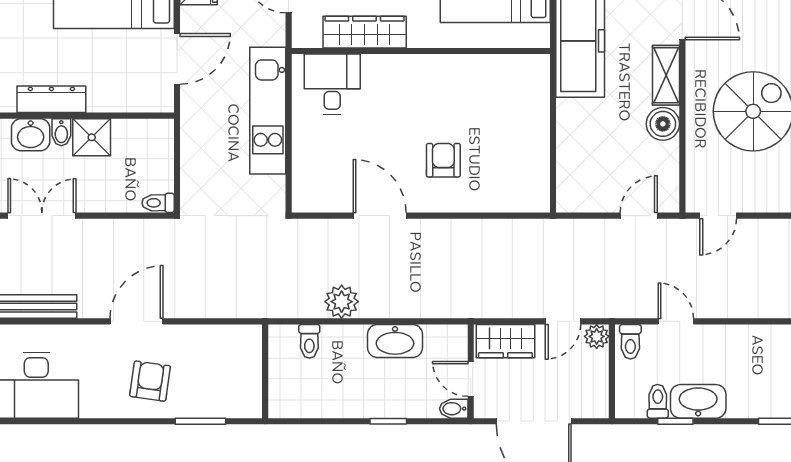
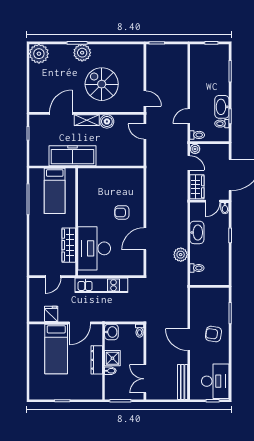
door: (177, 59) -> (80, 323), swing flipped
desk: (332, 84) -> (94, 248), width x1.87, depth x1.30
dresser: (51, 99) -> (97, 360), moved
washbasin: (31, 135) -> (111, 332), moved

